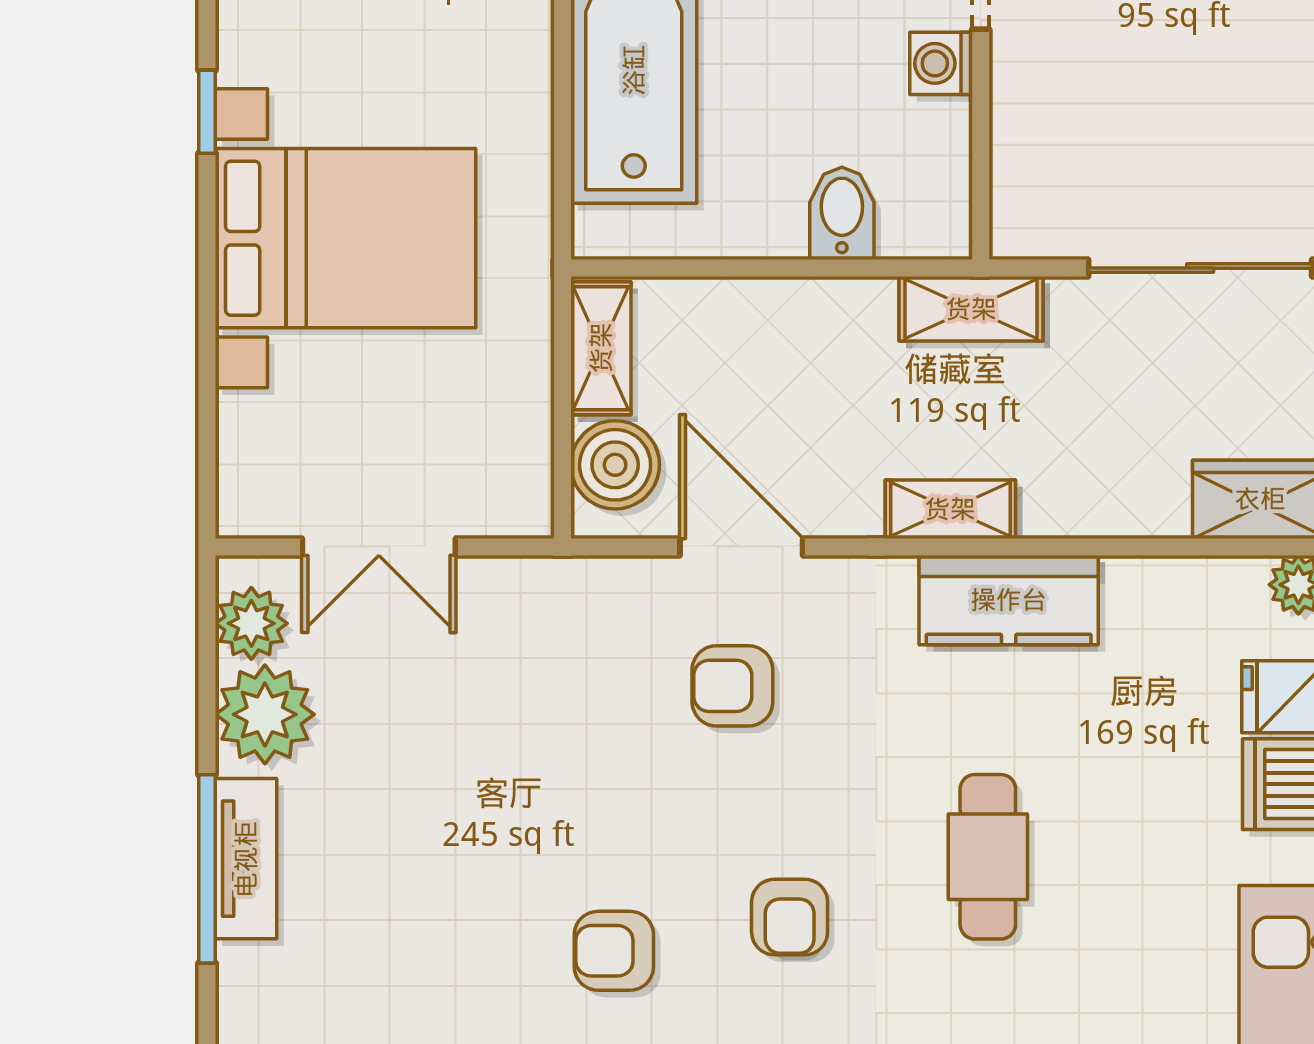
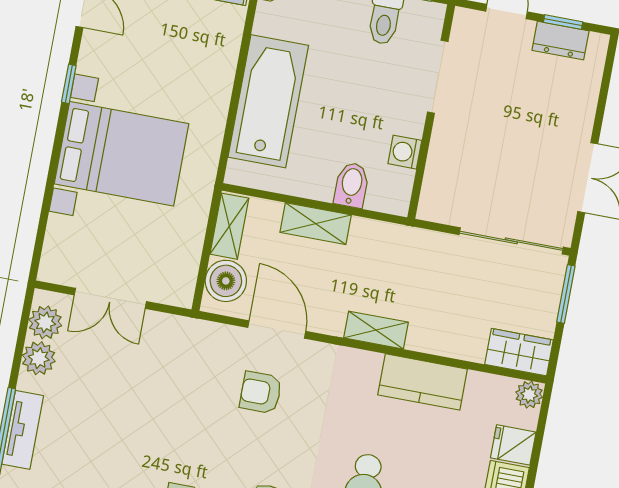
washing machine: (941, 63) -> (405, 152), moved
shelving: (971, 309) -> (316, 224), moved
kitchen counter: (1009, 600) -> (423, 382), moved
plant: (265, 714) -> (39, 358), width x0.73, depth x0.73

